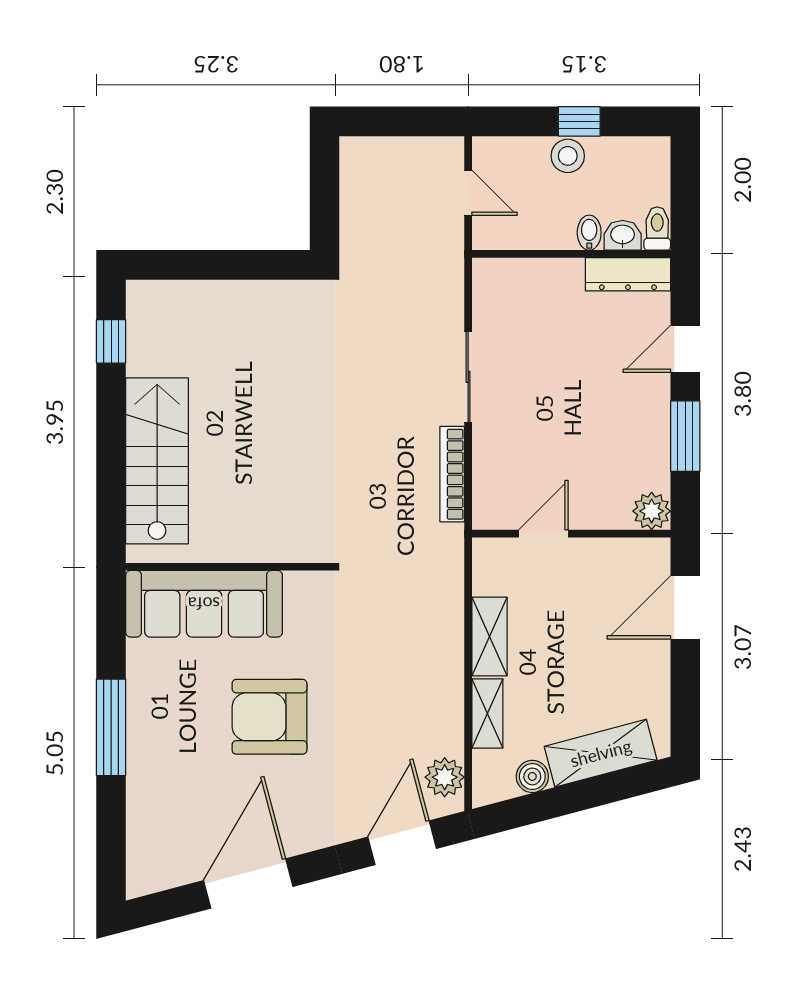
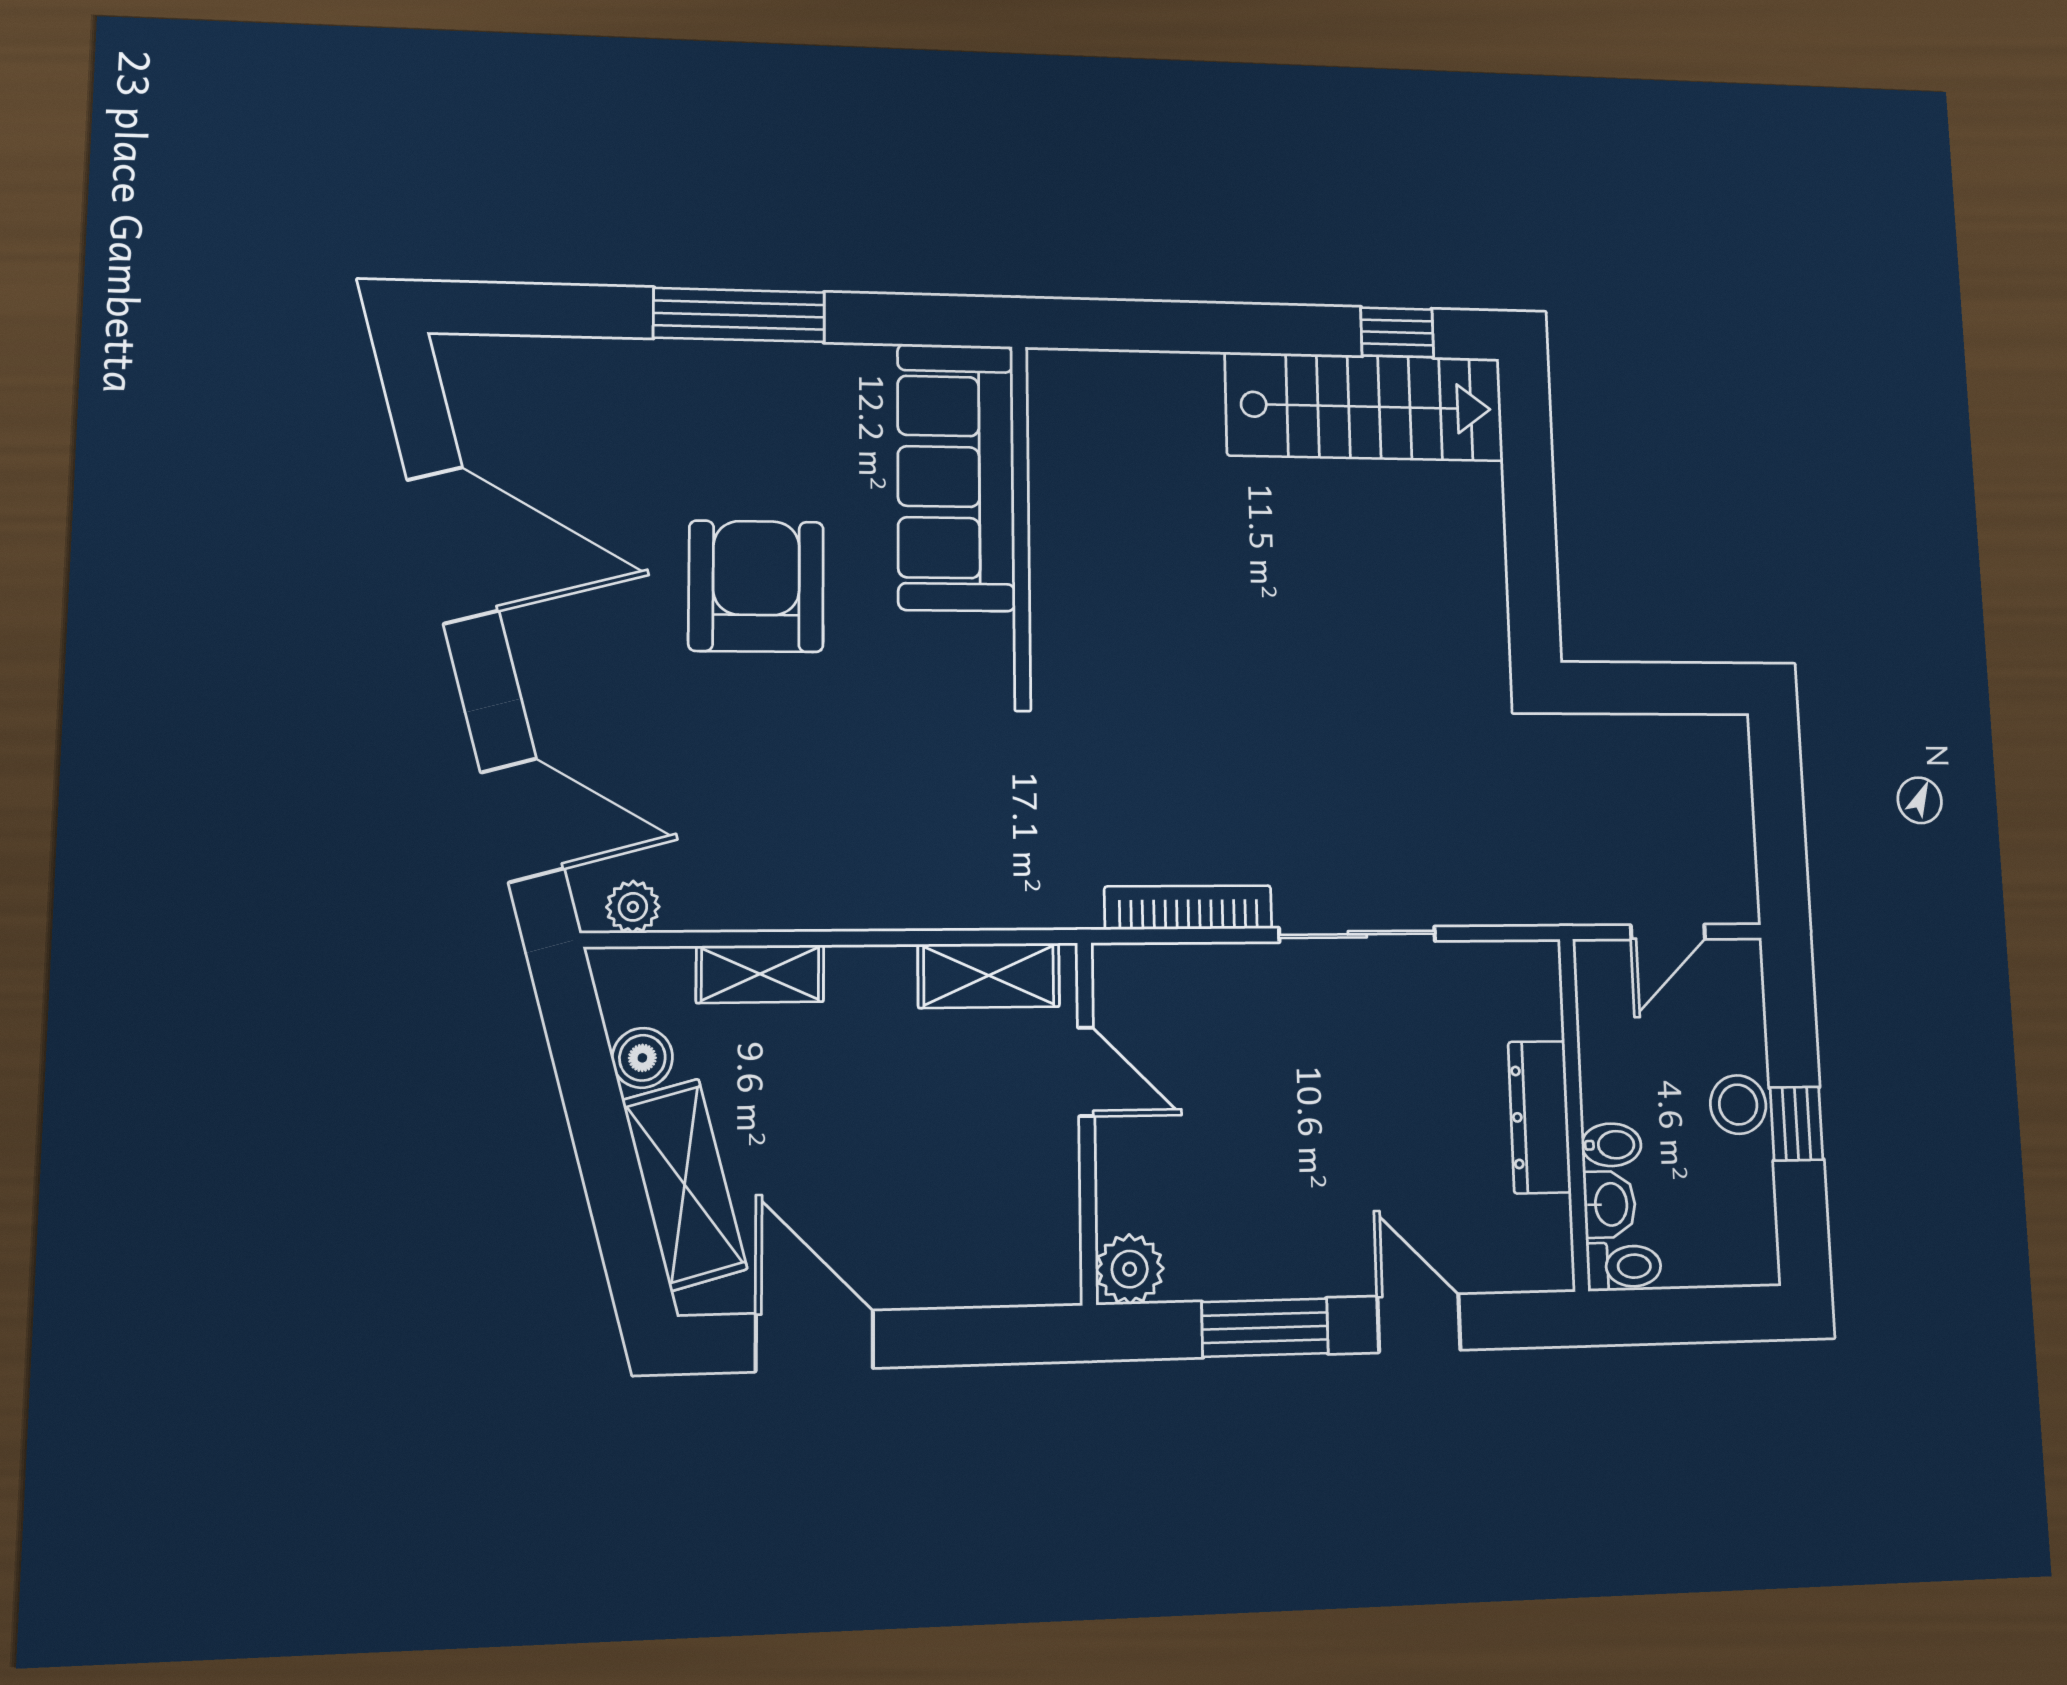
dresser: (628, 274) -> (1540, 1117), moved
stairs: (157, 461) -> (1364, 407), moved
door: (685, 607) -> (814, 1341), moved
shelving: (489, 637) -> (989, 975), moved
plant: (445, 777) -> (633, 907), width x0.73, depth x0.73

